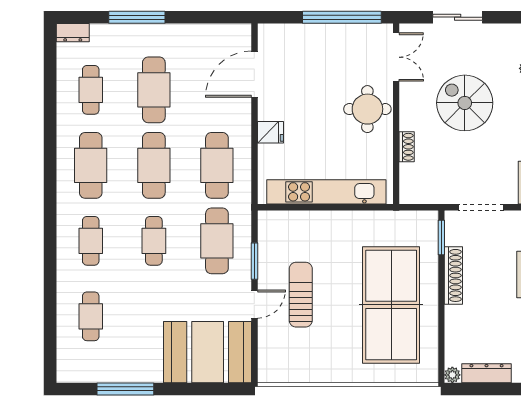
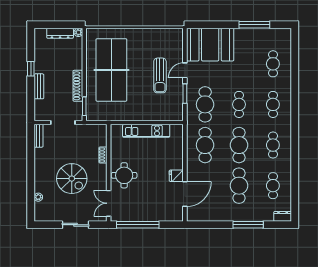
fridge: (270, 132) -> (176, 176), moved
cafe table: (91, 165) -> (273, 145), width x0.73, depth x0.74
kitchen unit: (326, 192) -> (146, 131), width x0.73

